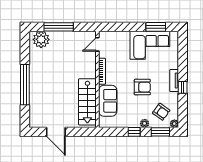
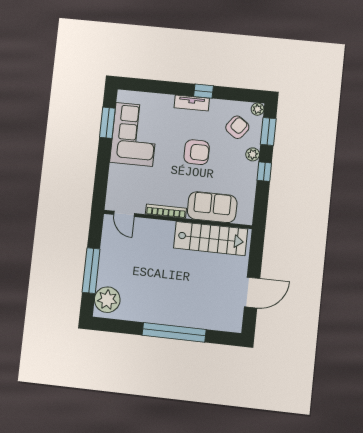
armchair: (142, 87) -> (197, 152), turned 90

